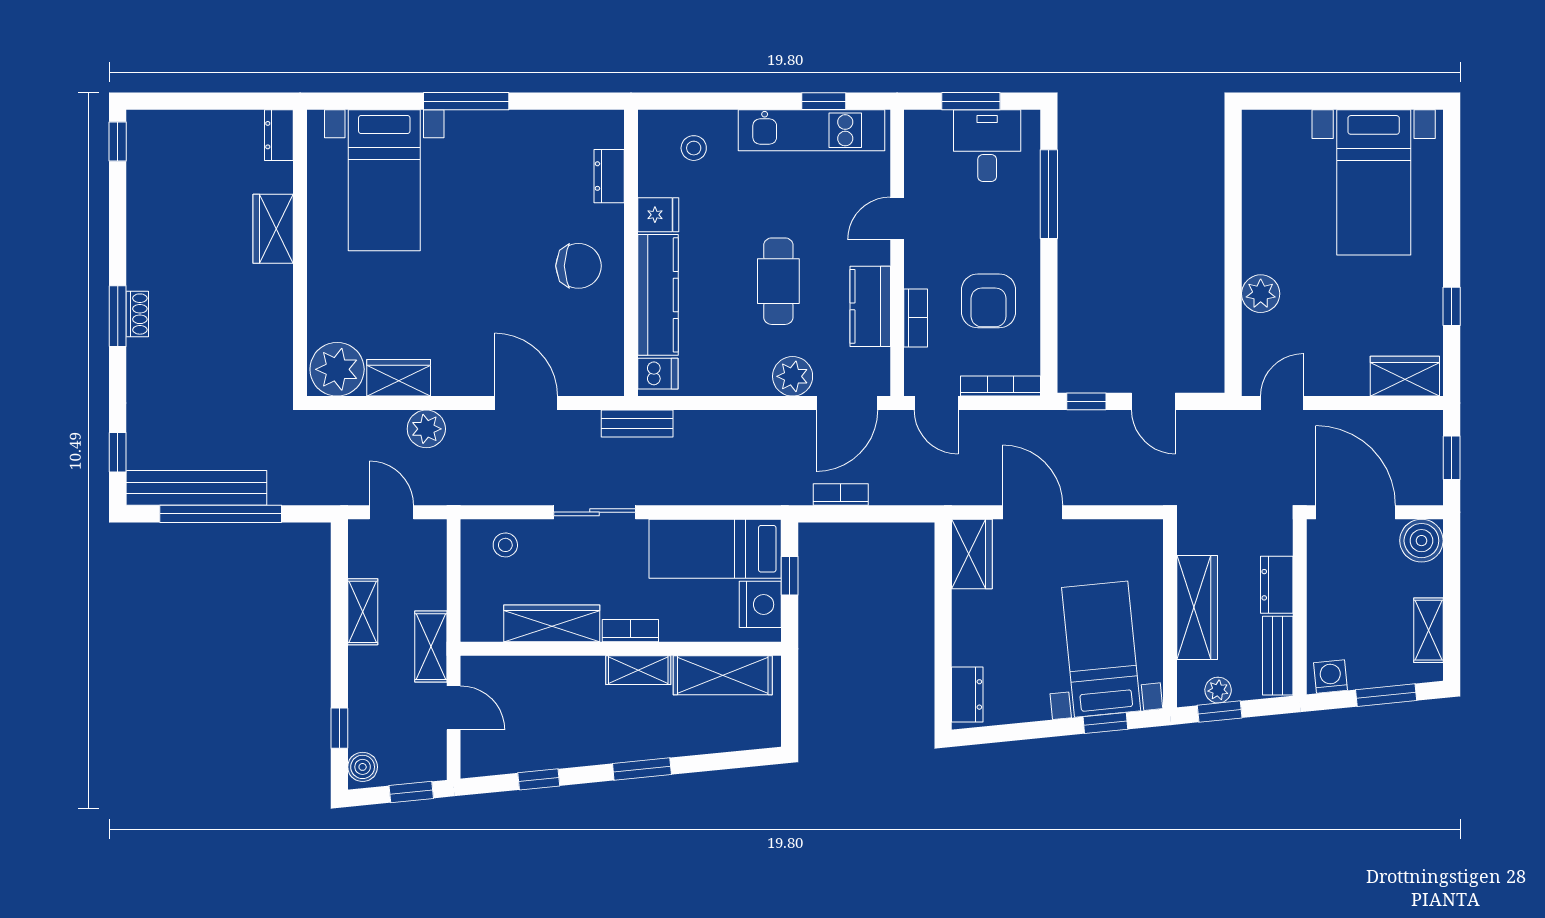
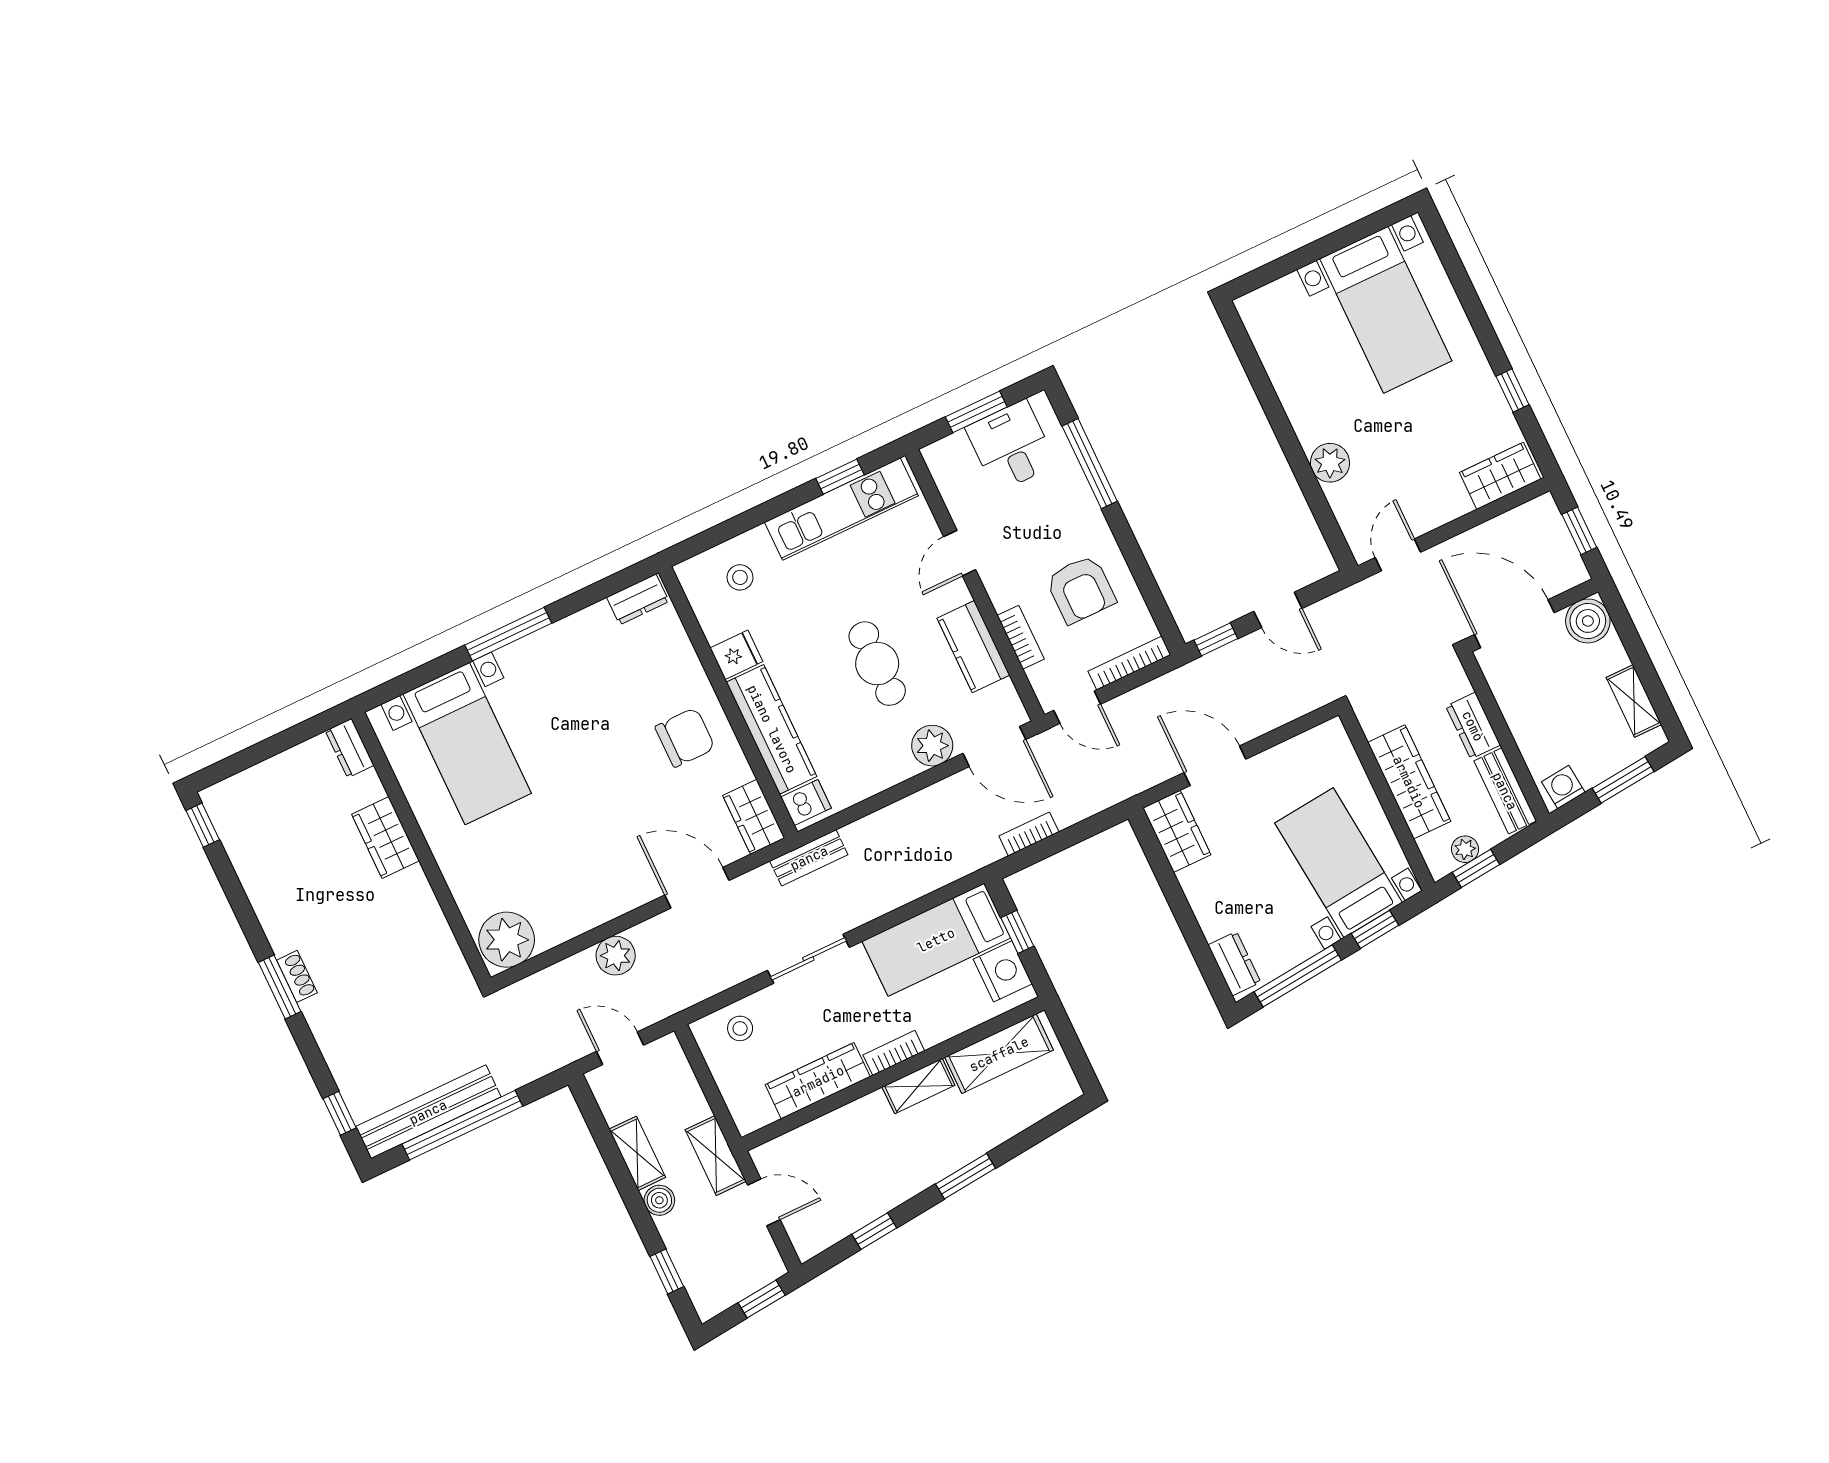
dresser: (609, 176) -> (638, 599), moved, turned -90
wardrobe: (399, 378) -> (754, 817), moved, turned -90
door: (847, 403) -> (994, 746), hinge flipped
window: (1018, 732) -> (1298, 976), added
boiler: (363, 767) -> (659, 1200), moved

